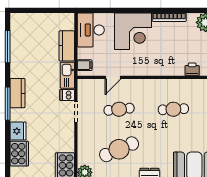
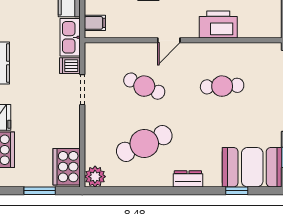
printer: (192, 69) -> (218, 24), moved, width x1.87, depth x1.48
door: (113, 77) -> (169, 40), moved
cafe table: (119, 109) -> (144, 86), turned 30

